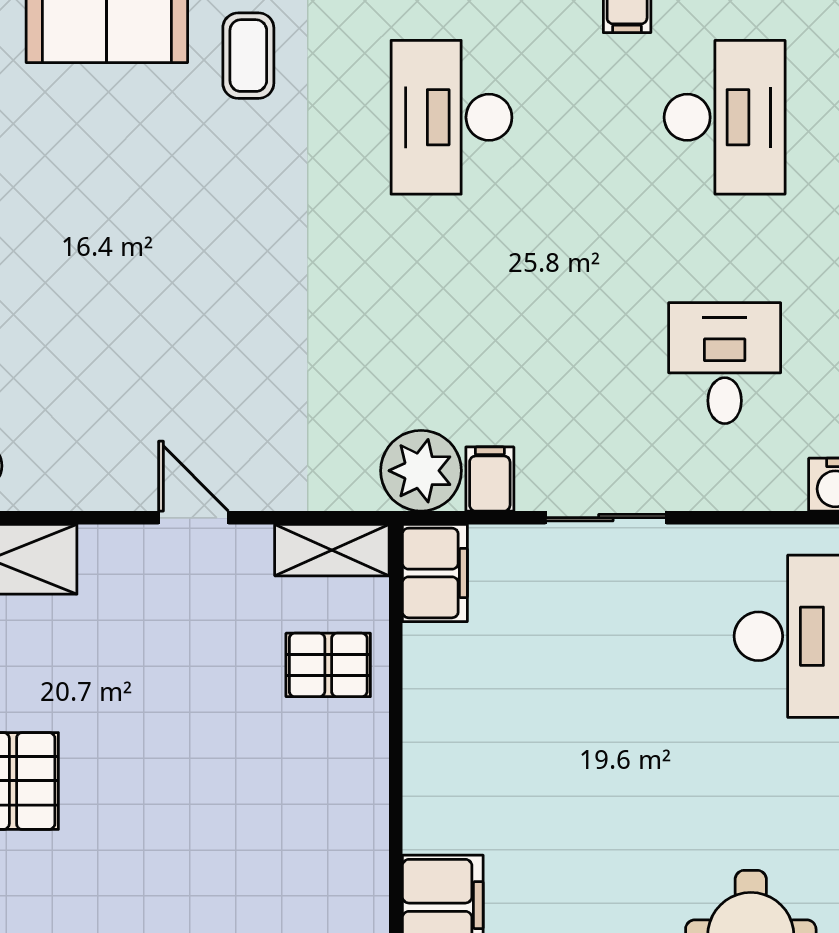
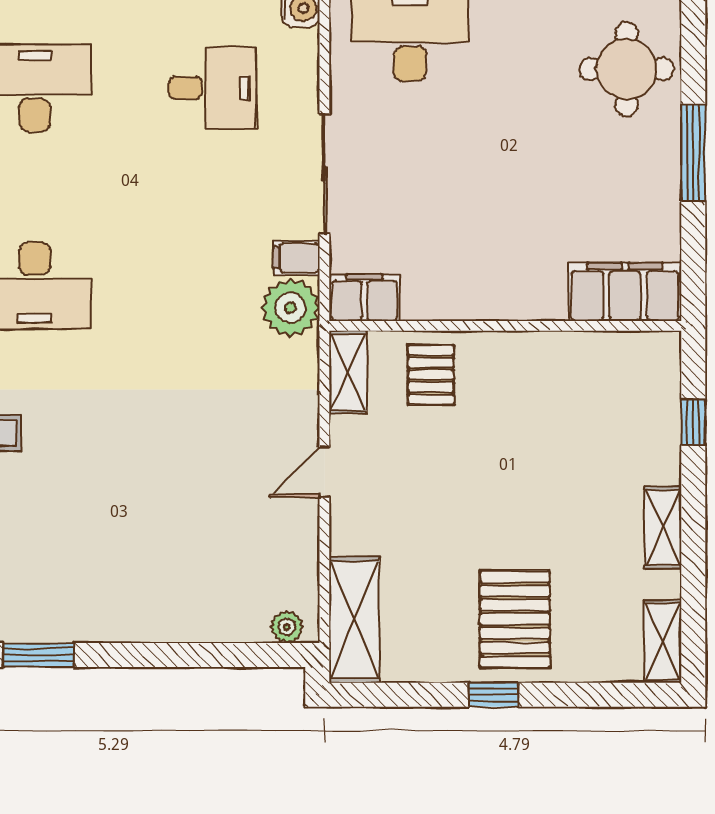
desk: (725, 363) -> (213, 88), turned 180
sliding door: (606, 518) -> (324, 174), width x1.37

